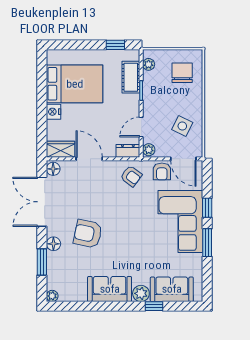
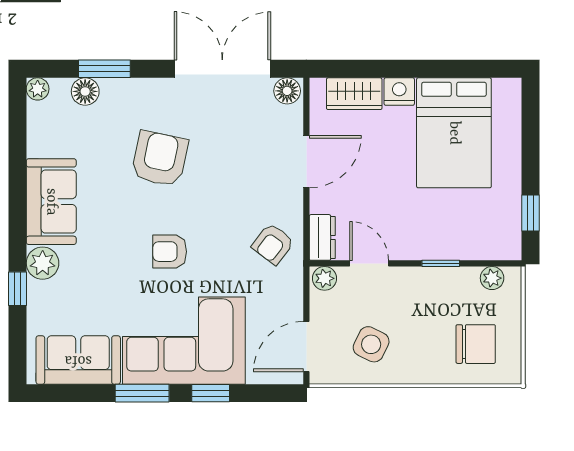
cot: (131, 77) -> (467, 243), removed
wardrobe: (61, 149) -> (354, 94), moved, turned 90
armchair: (162, 171) -> (170, 252), moved
floor lamp: (53, 244) -> (85, 91), moved
sofa: (172, 289) -> (78, 360), moved, turned -90

